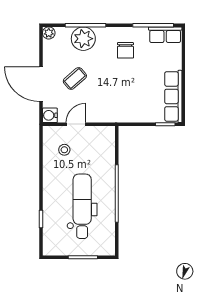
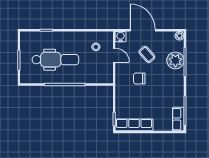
chair: (125, 50) -> (139, 79), moved
door: (41, 84) -> (143, 30), hinge flipped

